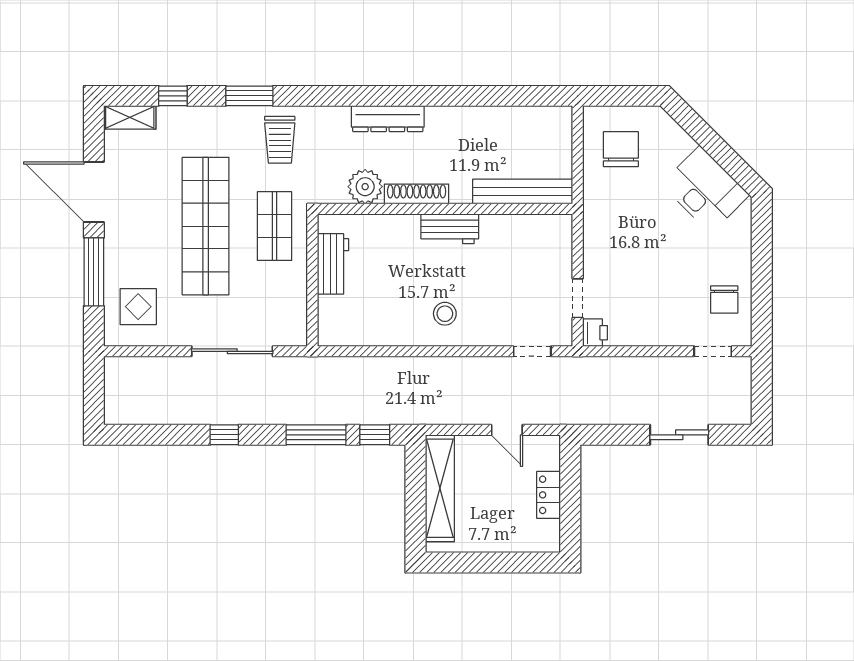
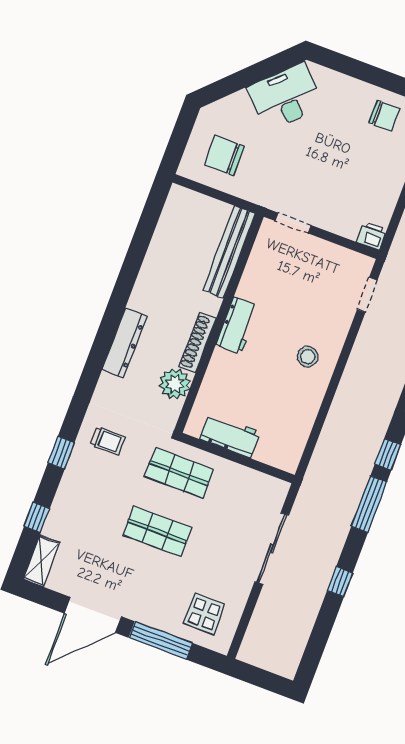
window: (249, 96) -> (61, 453), width x0.67
trolley: (280, 140) -> (108, 441), width x0.73, depth x0.72
shop shelf: (206, 226) -> (157, 531), width x0.50, depth x0.74
doorway: (578, 298) -> (293, 223), moved

